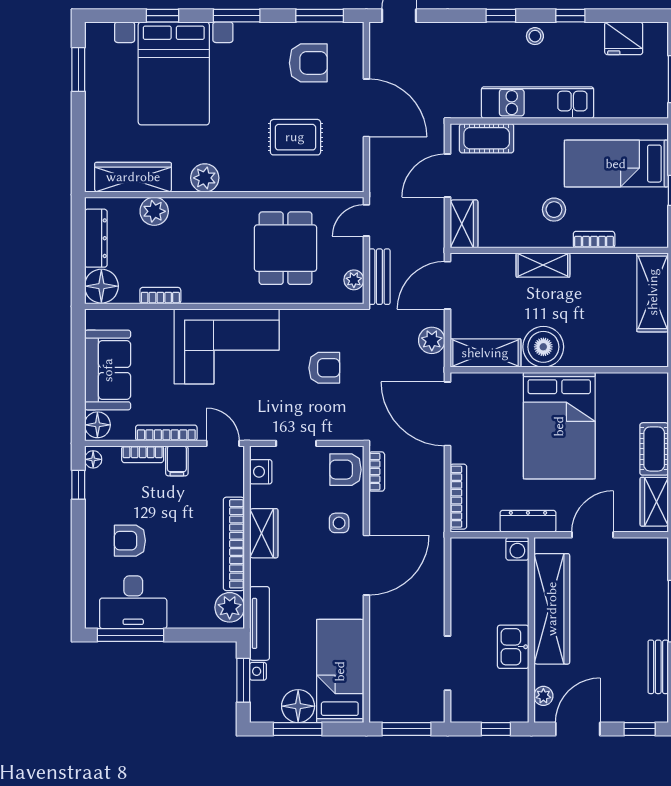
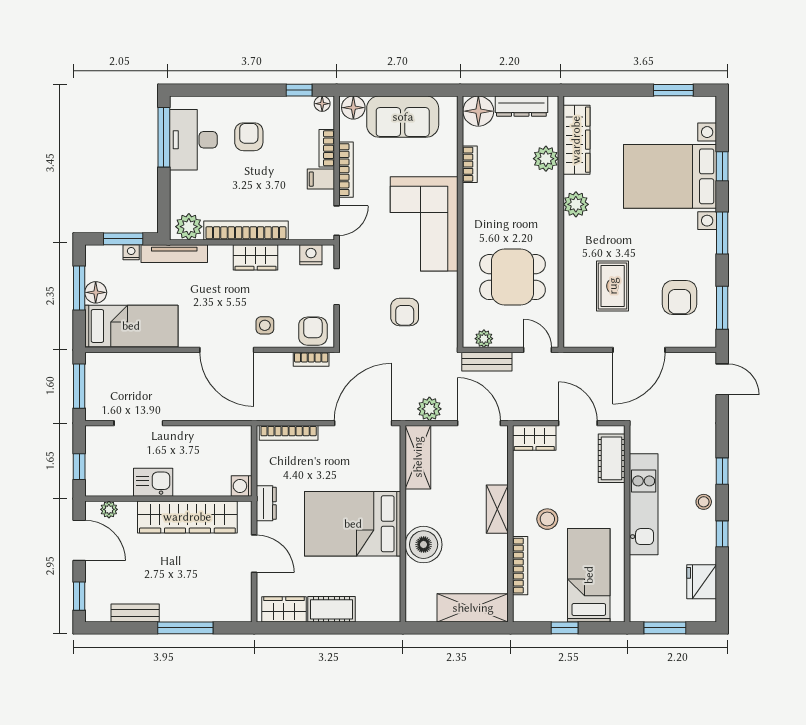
bookcase: (594, 240) -> (520, 566), width x1.56
boiler: (543, 347) -> (424, 545), moved
dresser: (528, 521) -> (266, 503), width x0.70
floor lamp: (298, 706) -> (96, 292), width x0.73, depth x0.73

